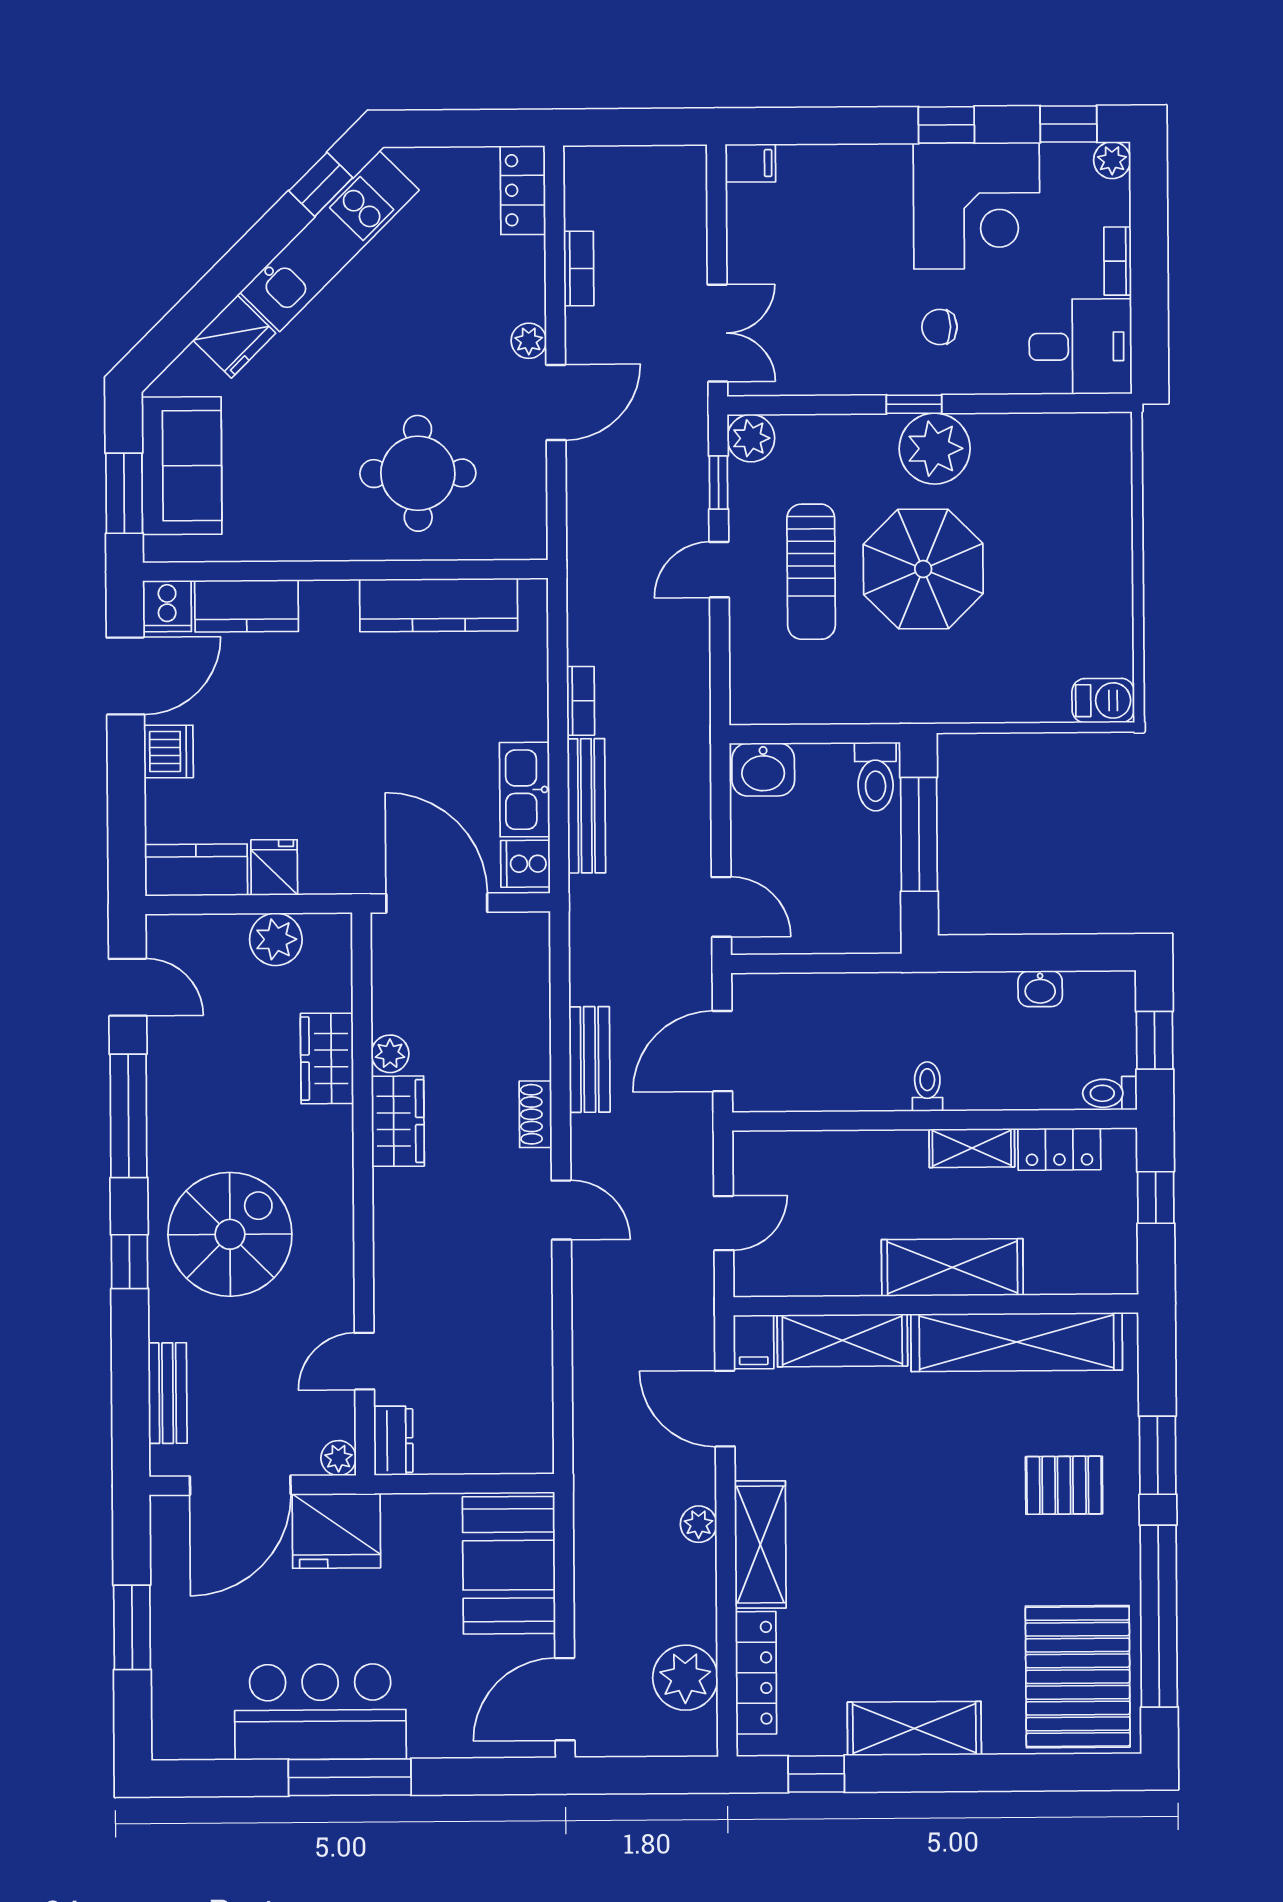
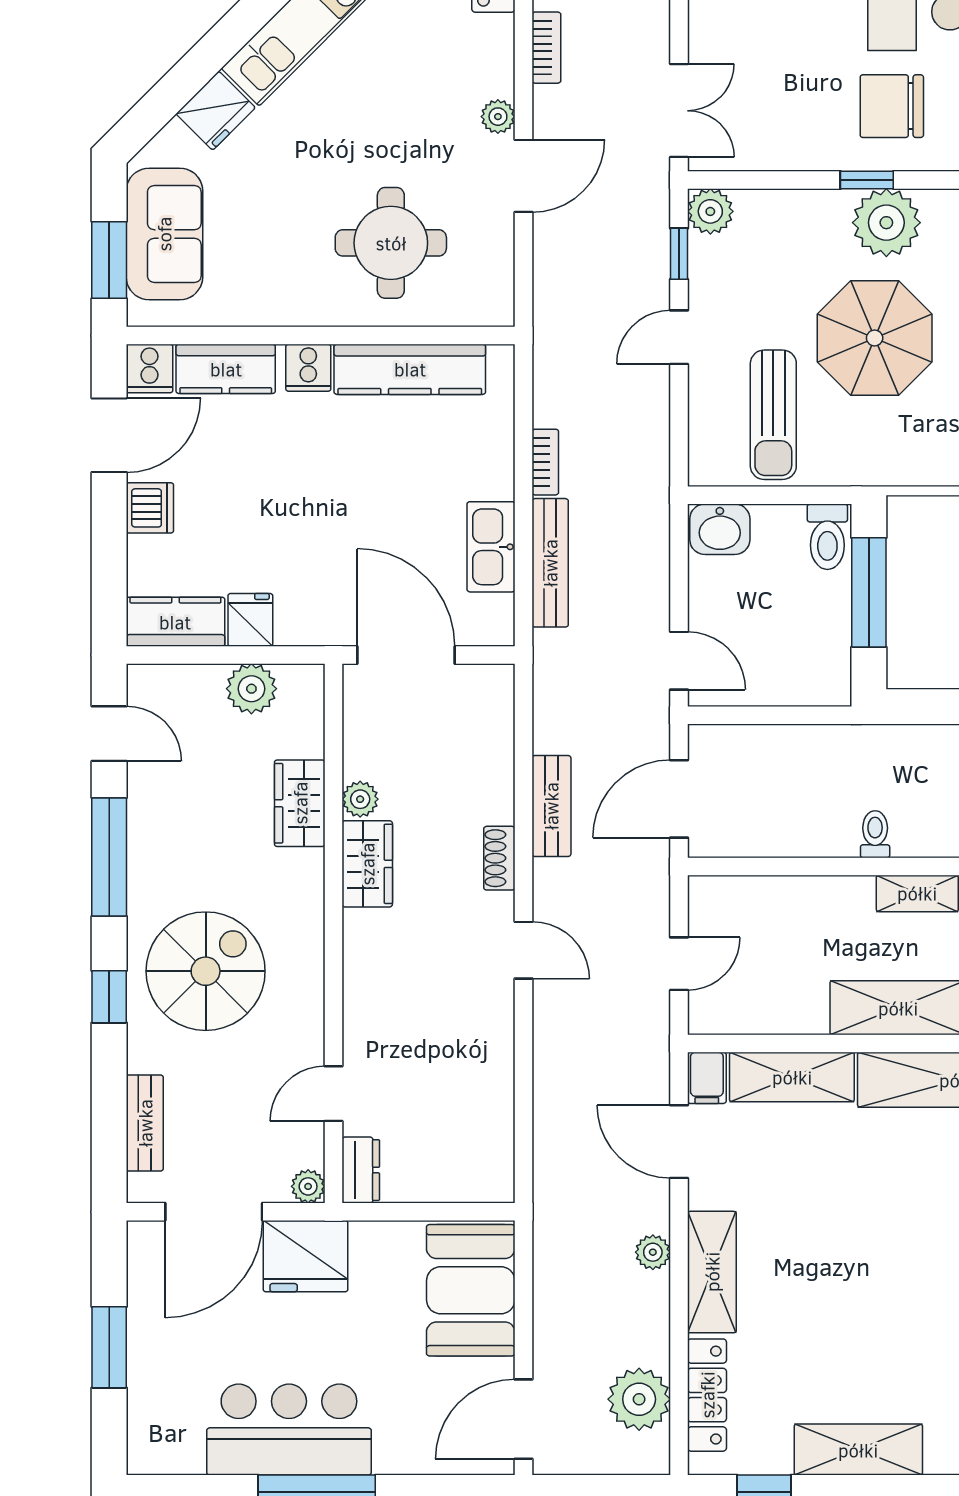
chair: (939, 327) -> (892, 106), width x1.87, depth x1.87
sun lounger: (811, 572) -> (773, 415), moved
cooker: (525, 864) -> (308, 368), moved, turned -90

